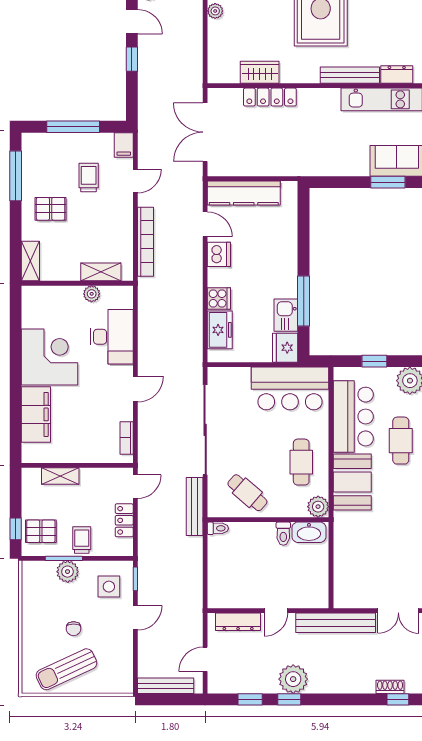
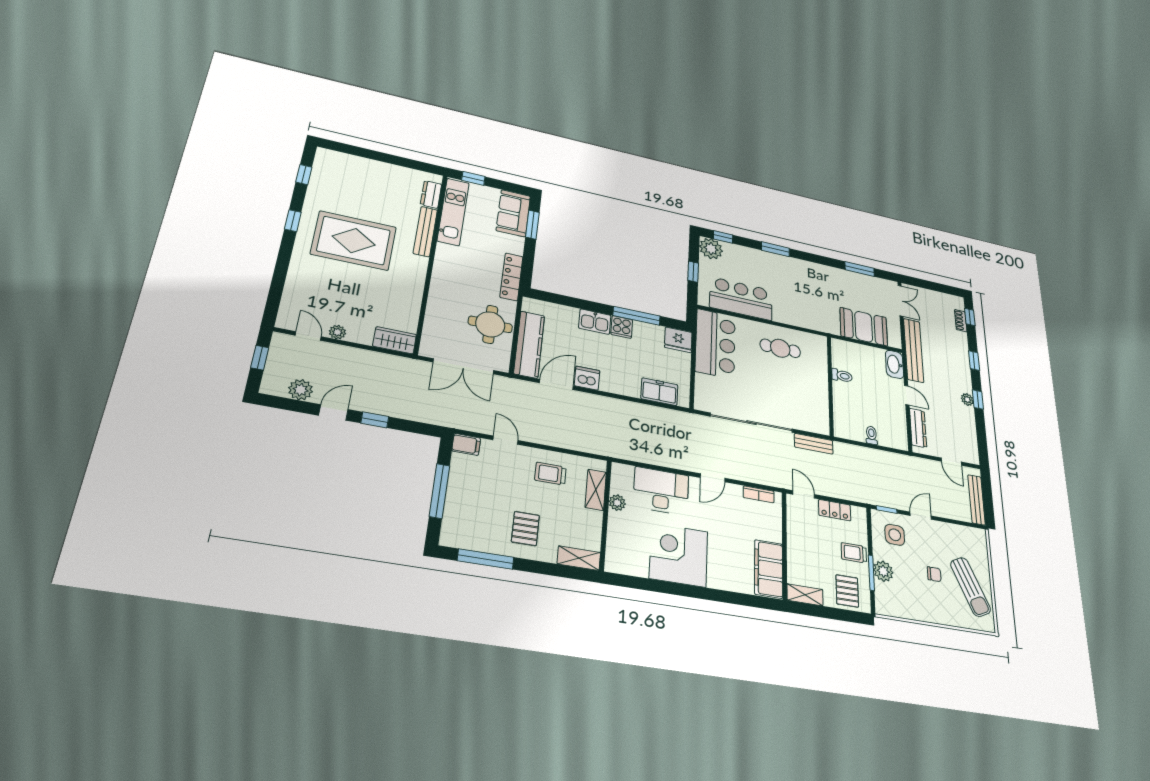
wardrobe: (260, 72) -> (395, 340), moved, turned 90
locker: (270, 97) -> (511, 277), moved, turned 180
round table: (258, 152) -> (490, 324), added
trolley: (89, 177) -> (550, 474), moved
door: (205, 224) -> (556, 384), width x1.38
bookcase: (146, 242) -> (569, 442), removed
cooker: (219, 299) -> (622, 327), moved, turned 180
kitchen sink: (286, 315) -> (595, 322), moved
door: (135, 389) -> (713, 478), swing flipped
filing cabinet: (36, 414) -> (769, 569), moved, turned -90
cafe table: (401, 441) -> (762, 267), removed
shelving: (60, 476) -> (805, 595), moved, turned 90
booth: (352, 482) -> (864, 327), moved
cafe table: (247, 493) -> (807, 398), removed
bench: (195, 507) -> (814, 444), width x0.73
plant: (318, 507) -> (818, 343), removed
toilet: (218, 528) -> (871, 435), moved
window: (16, 529) -> (846, 615), removed
washbasin: (309, 532) -> (895, 364), moved, turned 180
door: (135, 618) -> (921, 516), hinge flipped
plant: (293, 679) -> (967, 400), width x0.53, depth x0.53
window: (250, 699) -> (974, 361), moved

